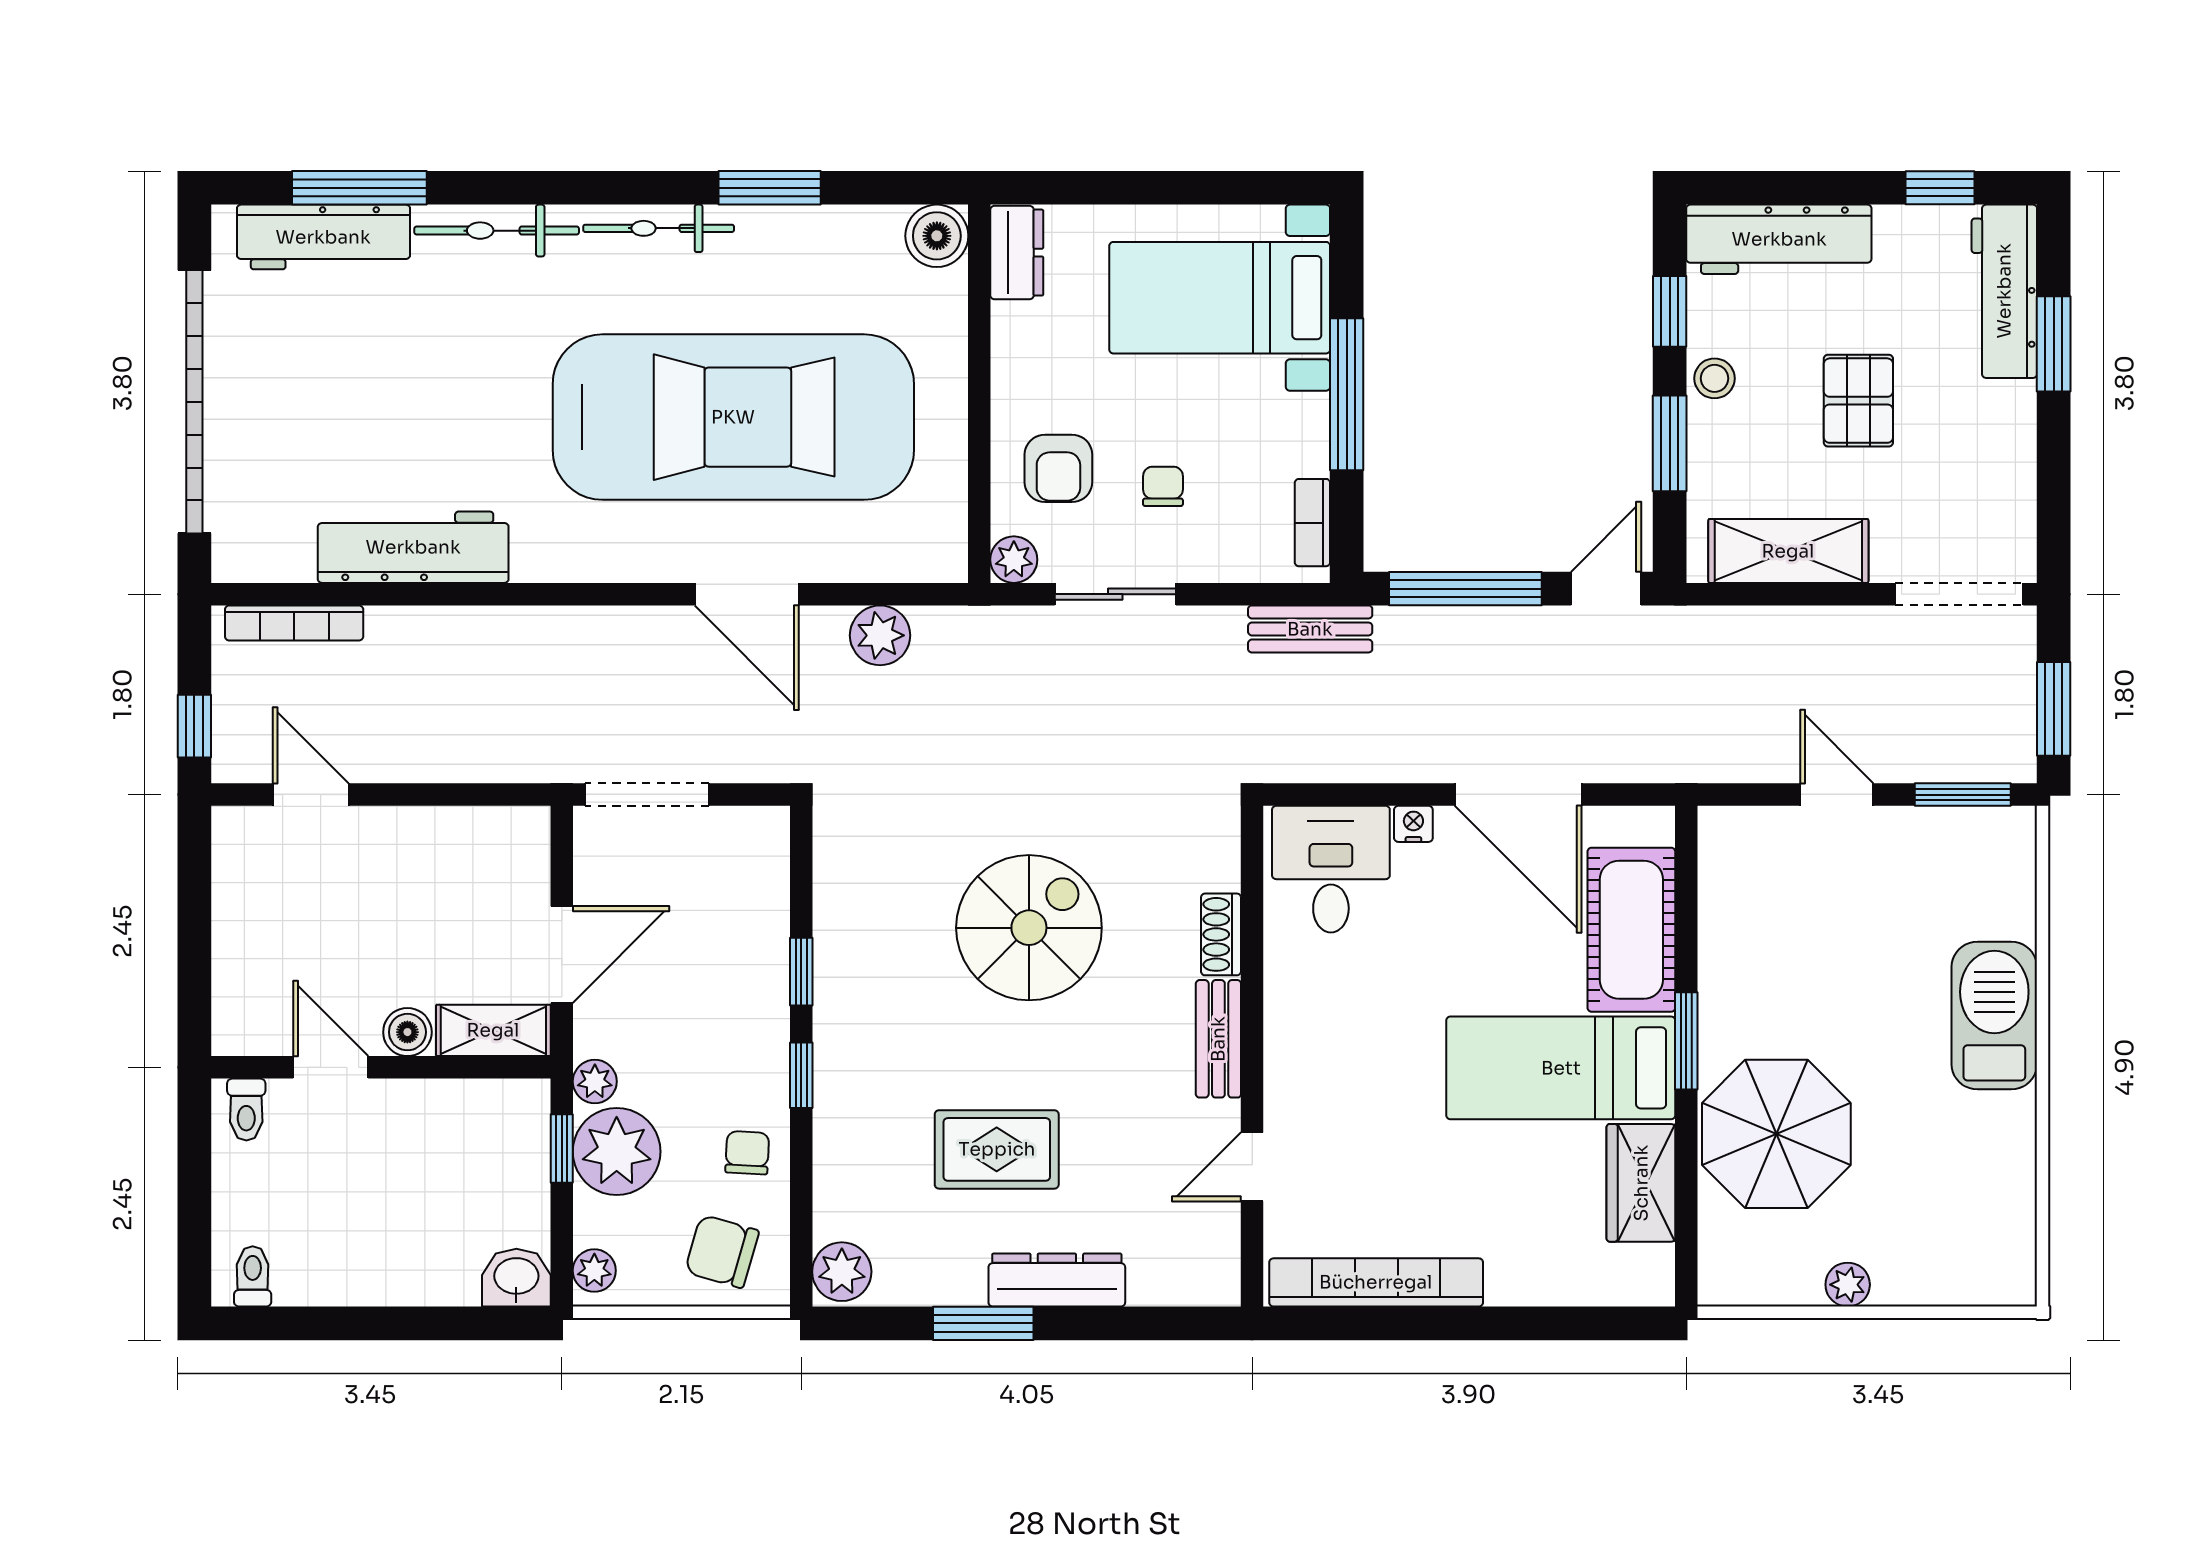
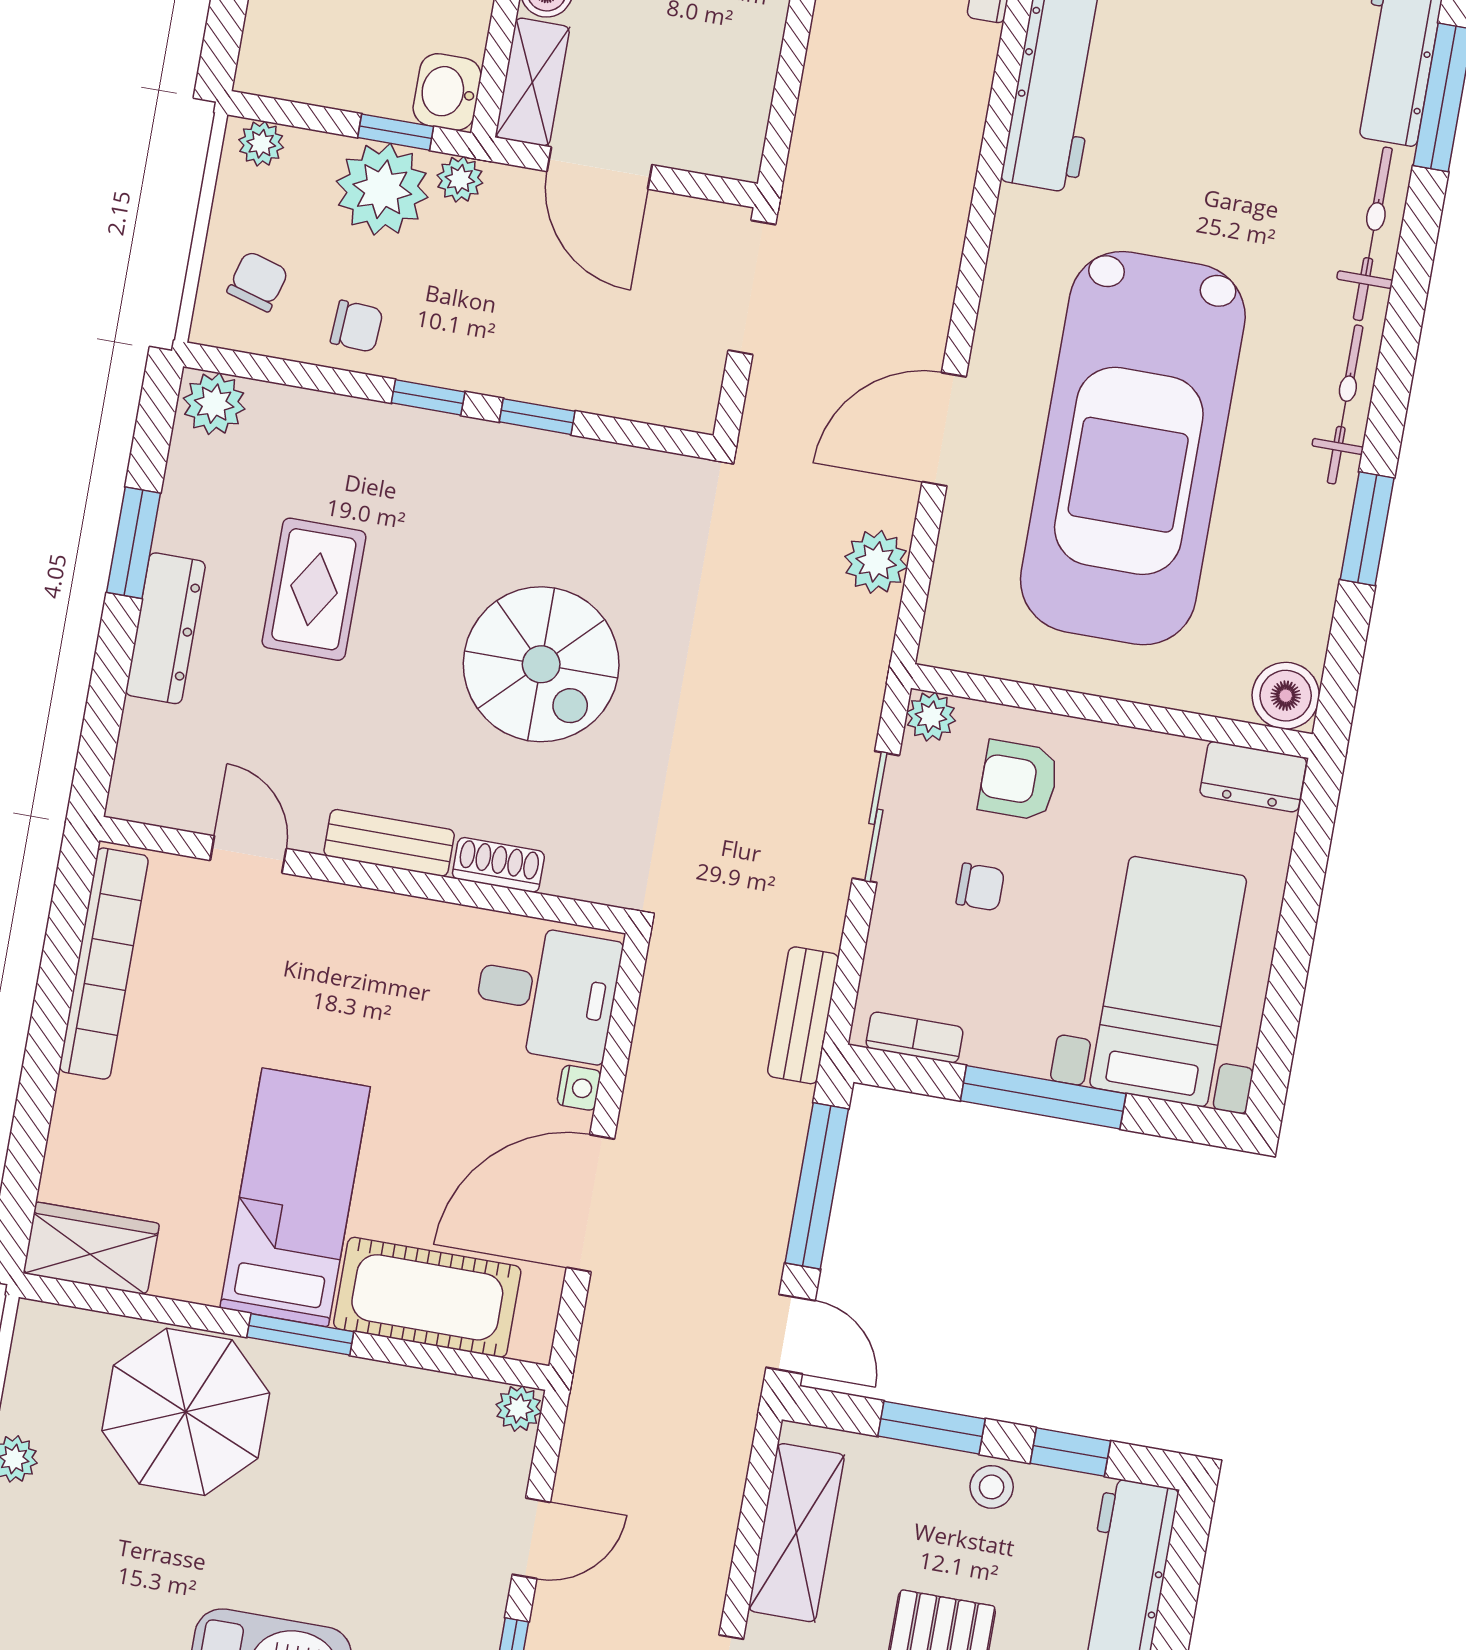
plant: (1719, 827) -> (519, 1408), added
wardrobe: (1641, 1183) -> (91, 1248), moved
chair: (722, 1251) -> (258, 281), width x0.73, depth x0.73
washbasin: (516, 1278) -> (447, 92), moved, turned 180

